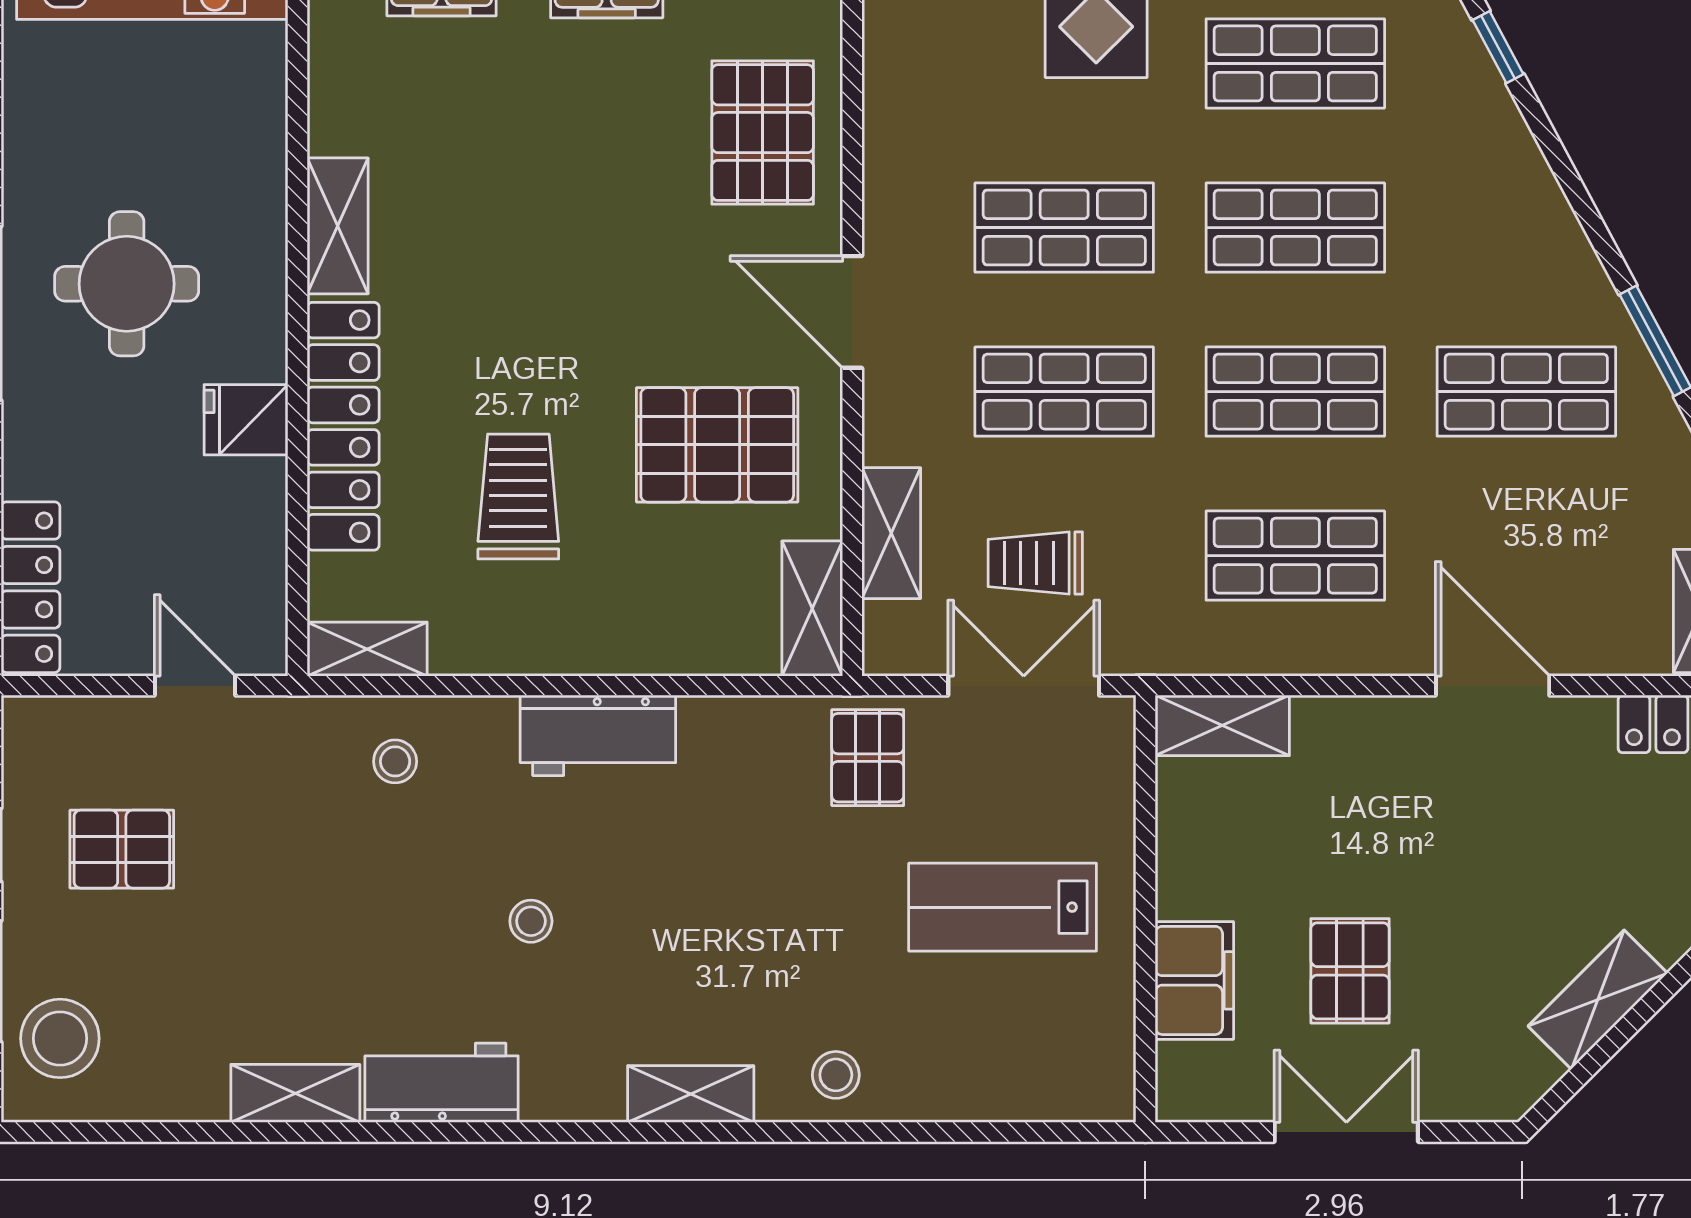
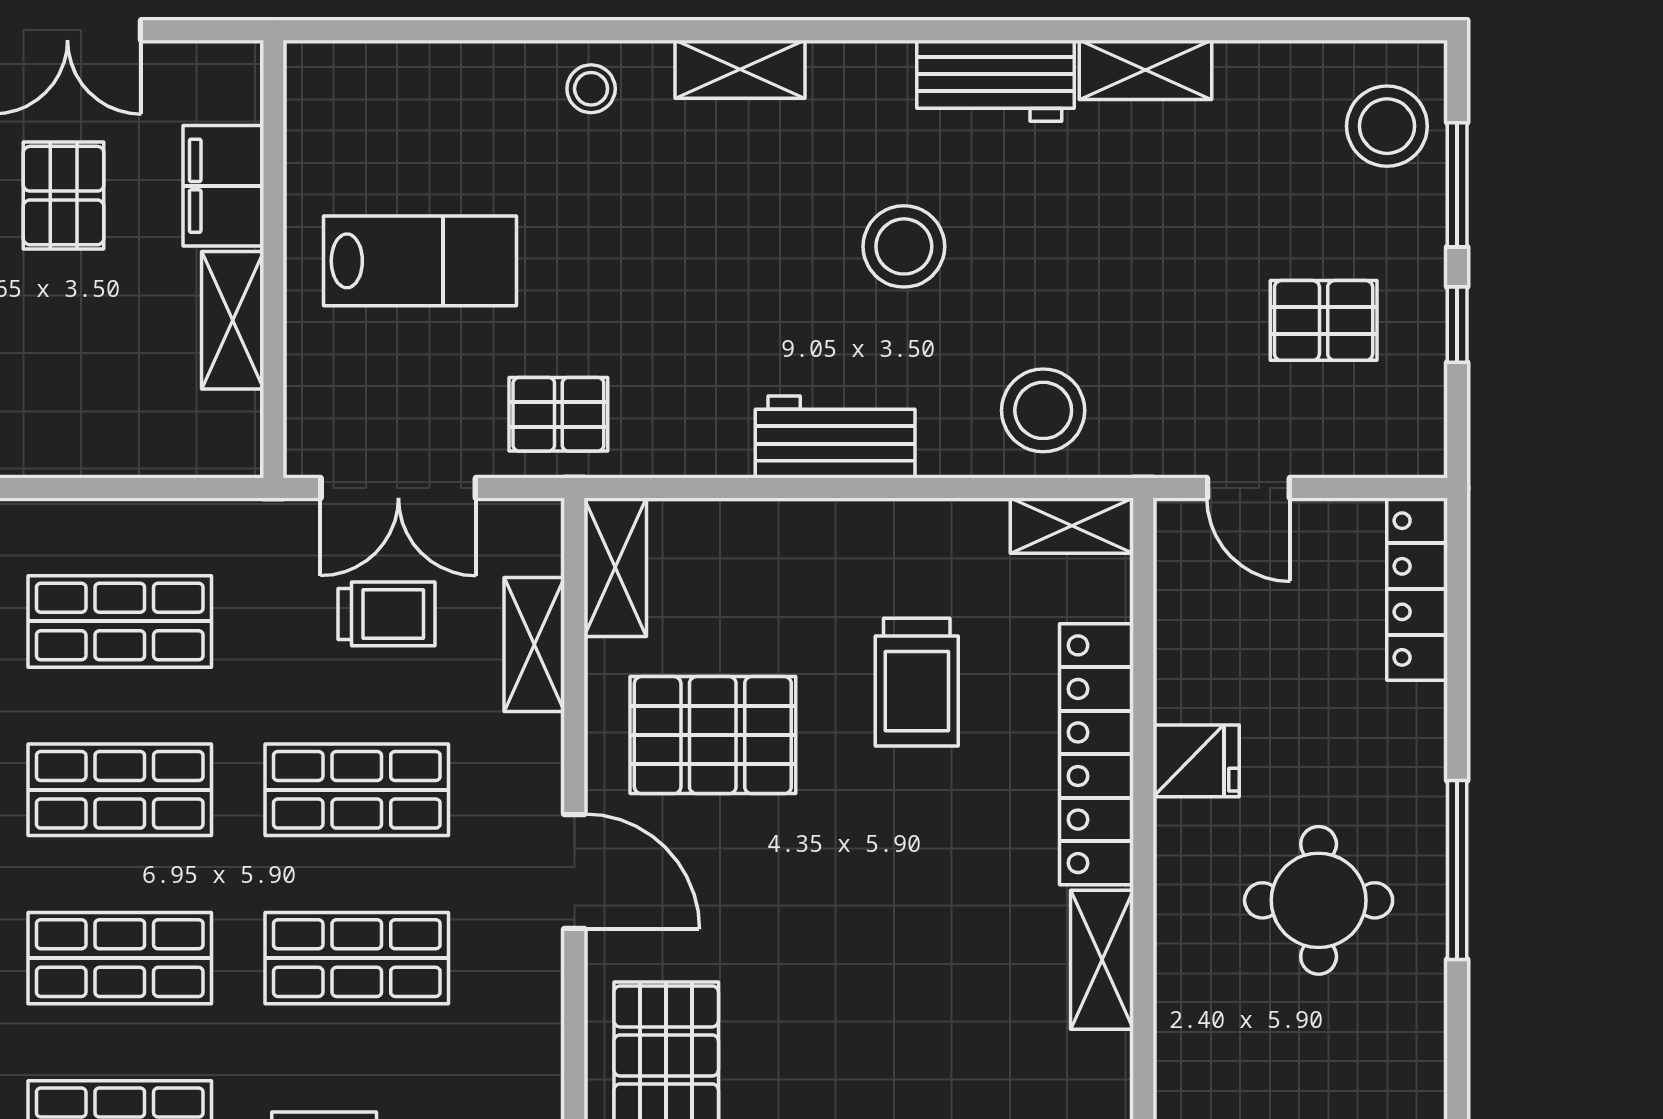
shelving: (1222, 725) -> (233, 320), moved, turned 90
pallet: (868, 758) -> (558, 414), turned 90
stool: (395, 761) -> (1043, 410), width x1.89, depth x1.89
stool: (531, 921) -> (904, 246), width x1.89, depth x1.89

